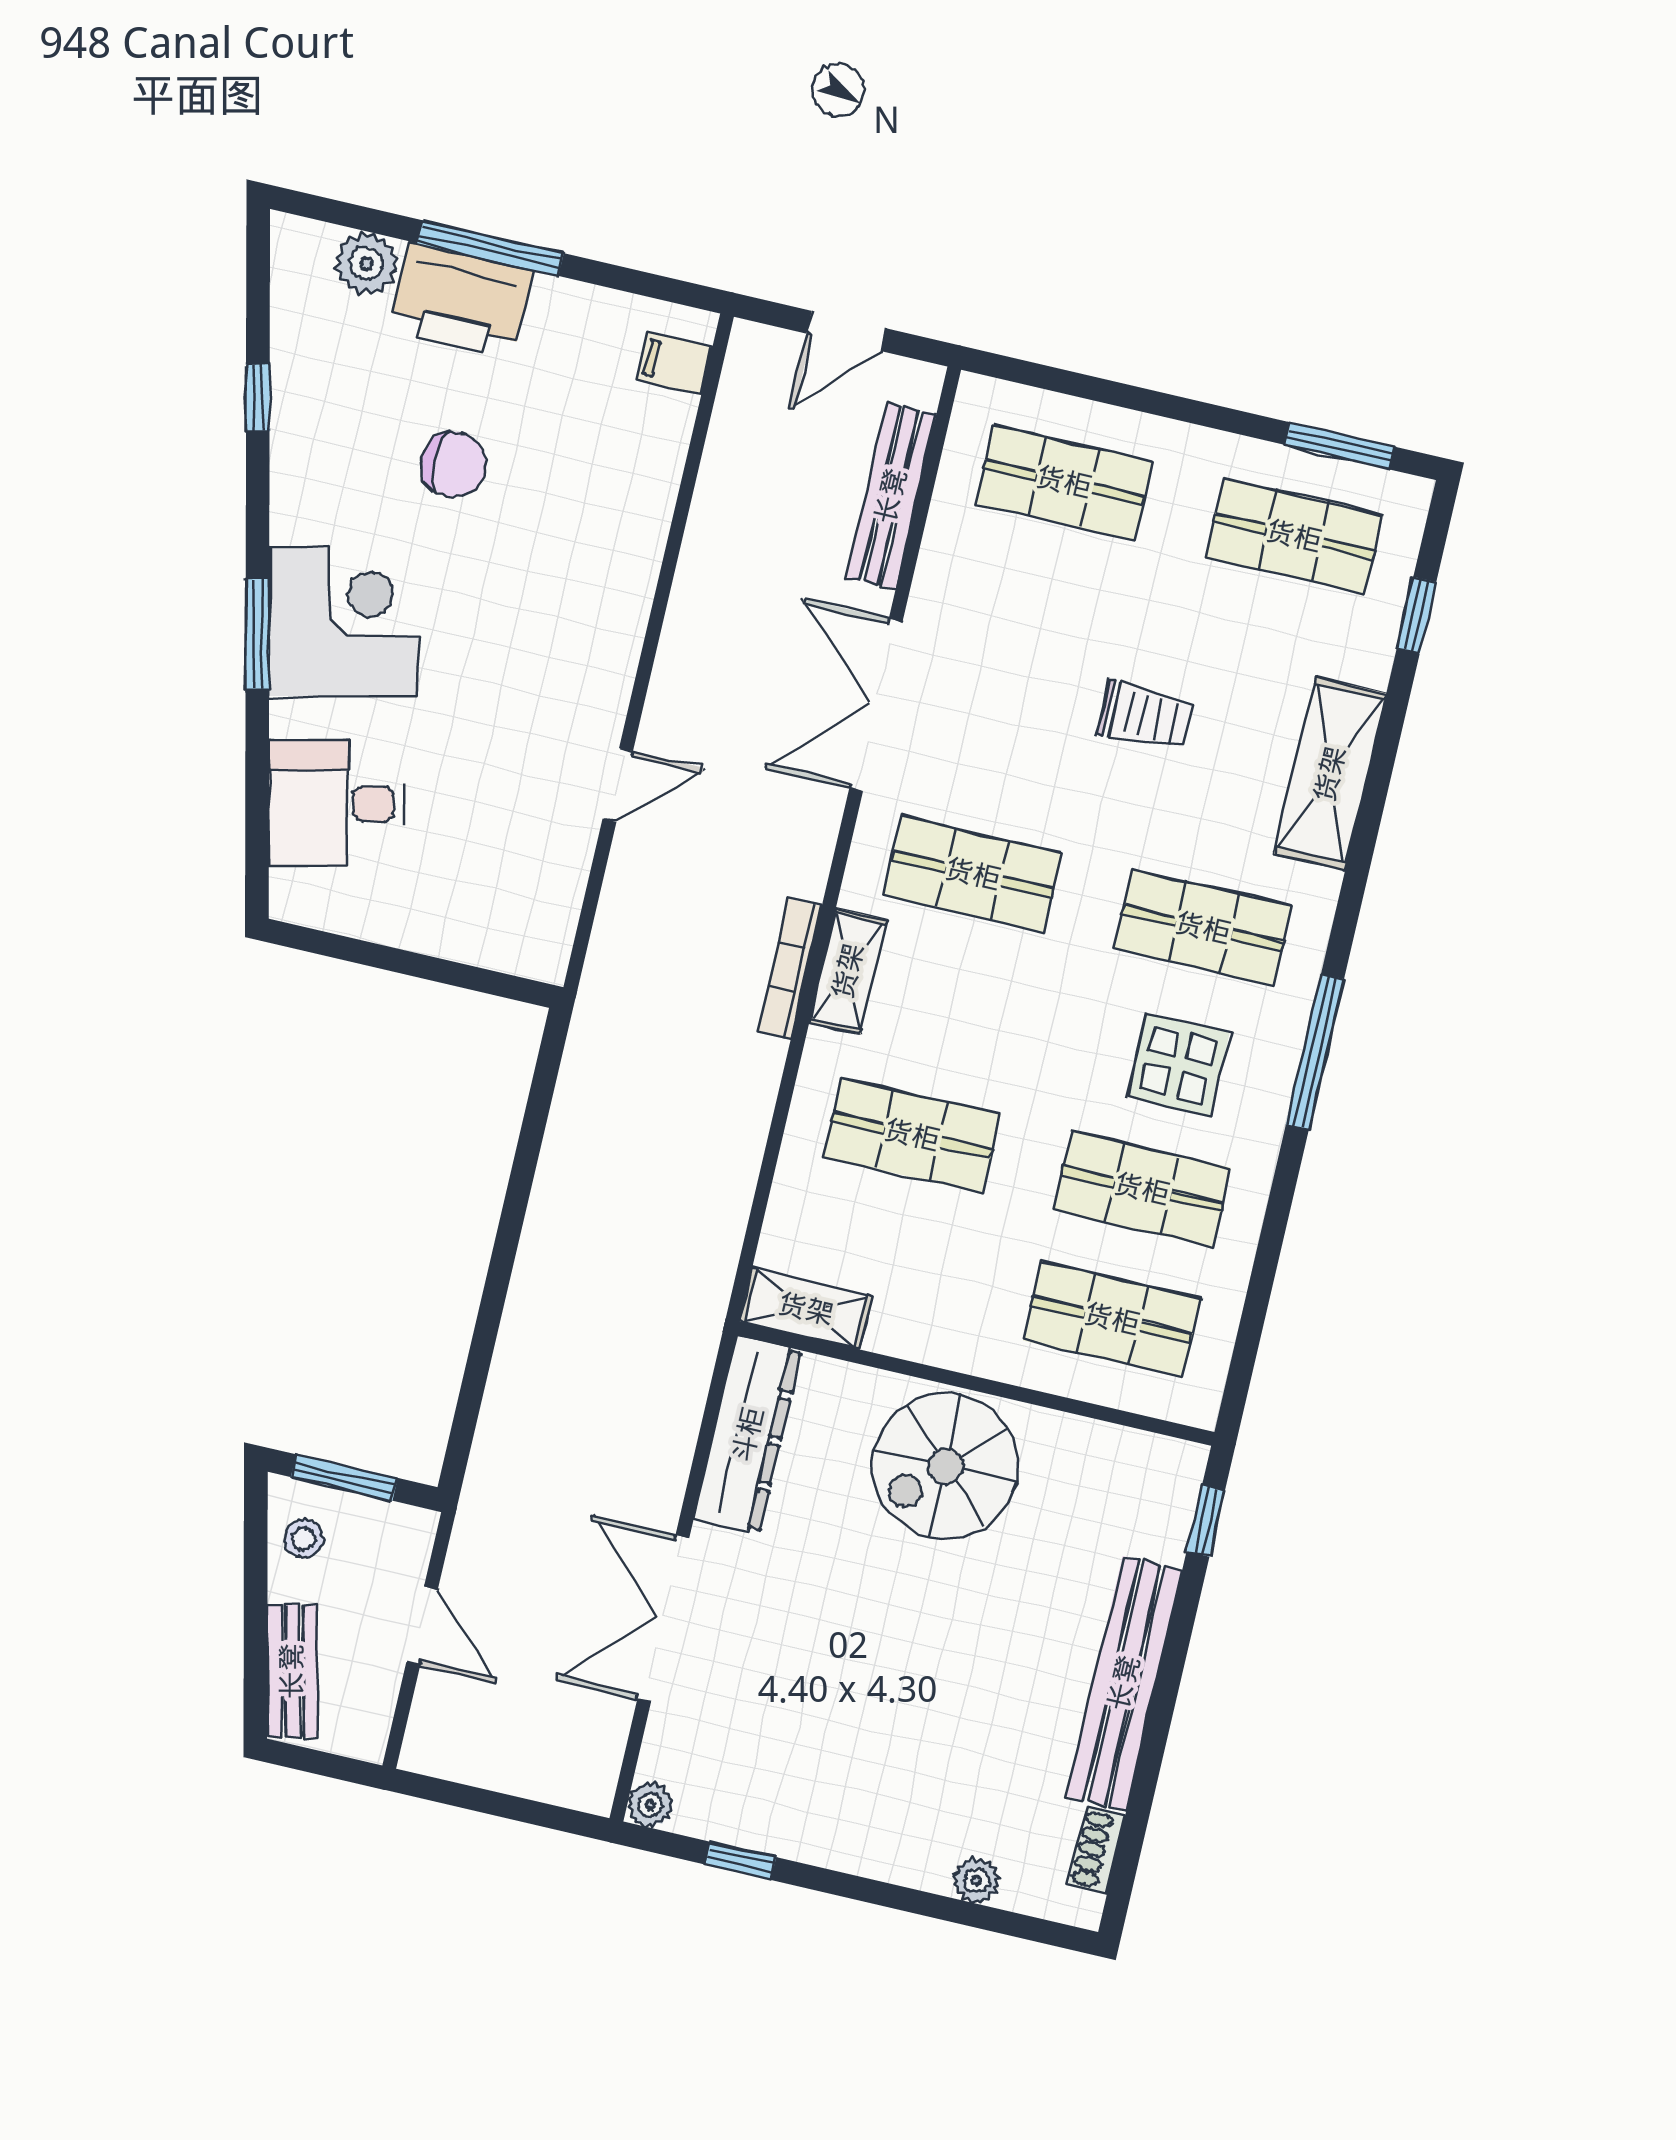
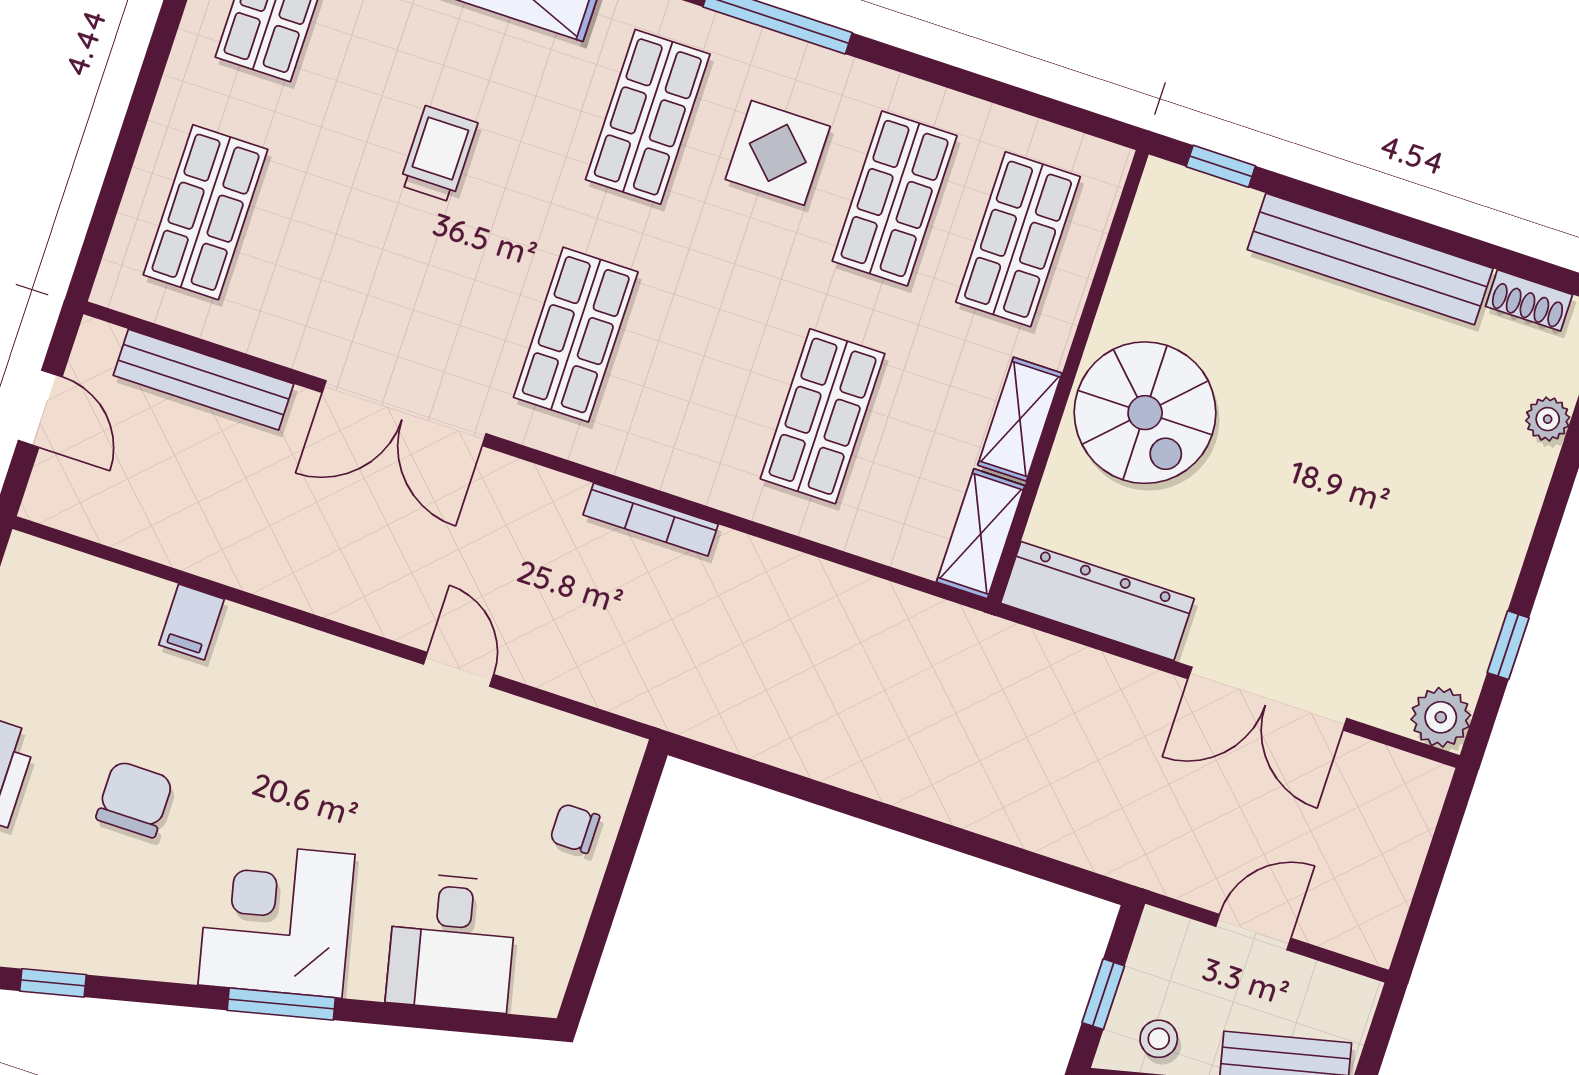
filing cabinet: (675, 363) -> (192, 622), moved
chair: (465, 919) -> (575, 828), added
shelving: (848, 971) -> (1020, 419), moved, turned 90
window: (344, 1478) -> (1103, 994), width x0.67
plant: (650, 1805) -> (1441, 717), width x1.38, depth x1.38

